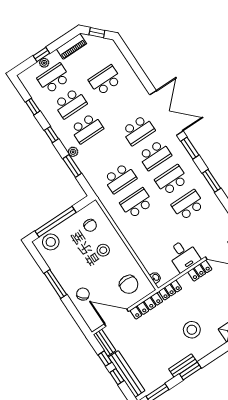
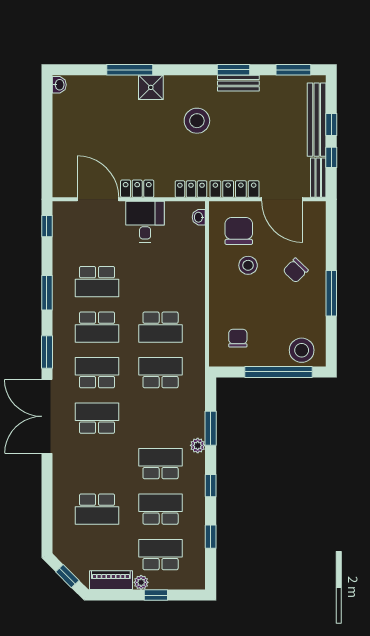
plant: (44, 63) -> (141, 582), moved
school desk: (54, 78) -> (161, 555), turned 180
stool: (103, 250) -> (248, 265), moved
chair: (83, 294) -> (296, 270), moved

